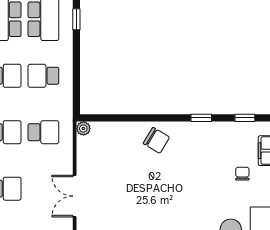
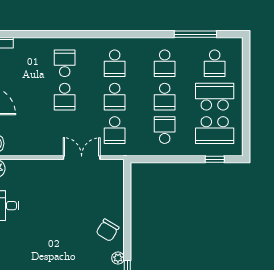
plant: (83, 128) -> (118, 258), moved
double door: (75, 196) -> (82, 158), moved

